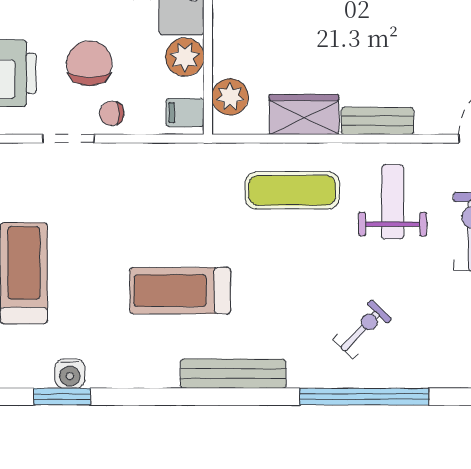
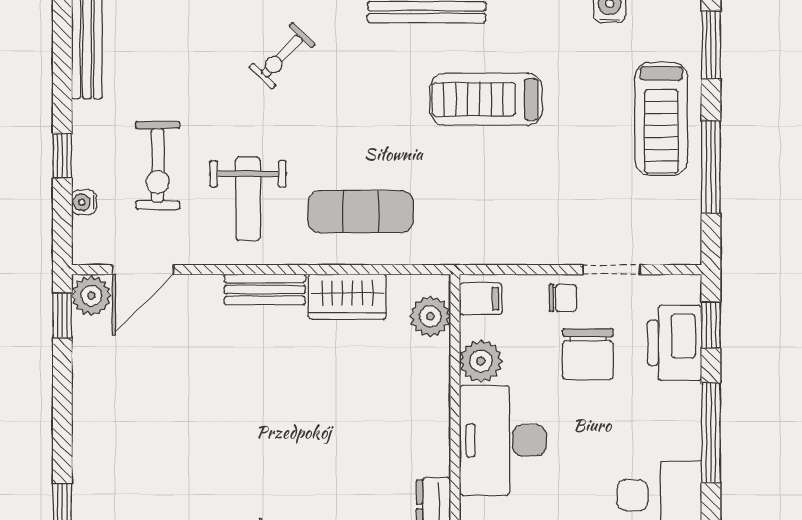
treadmill: (180, 291) -> (486, 99), turned 180

